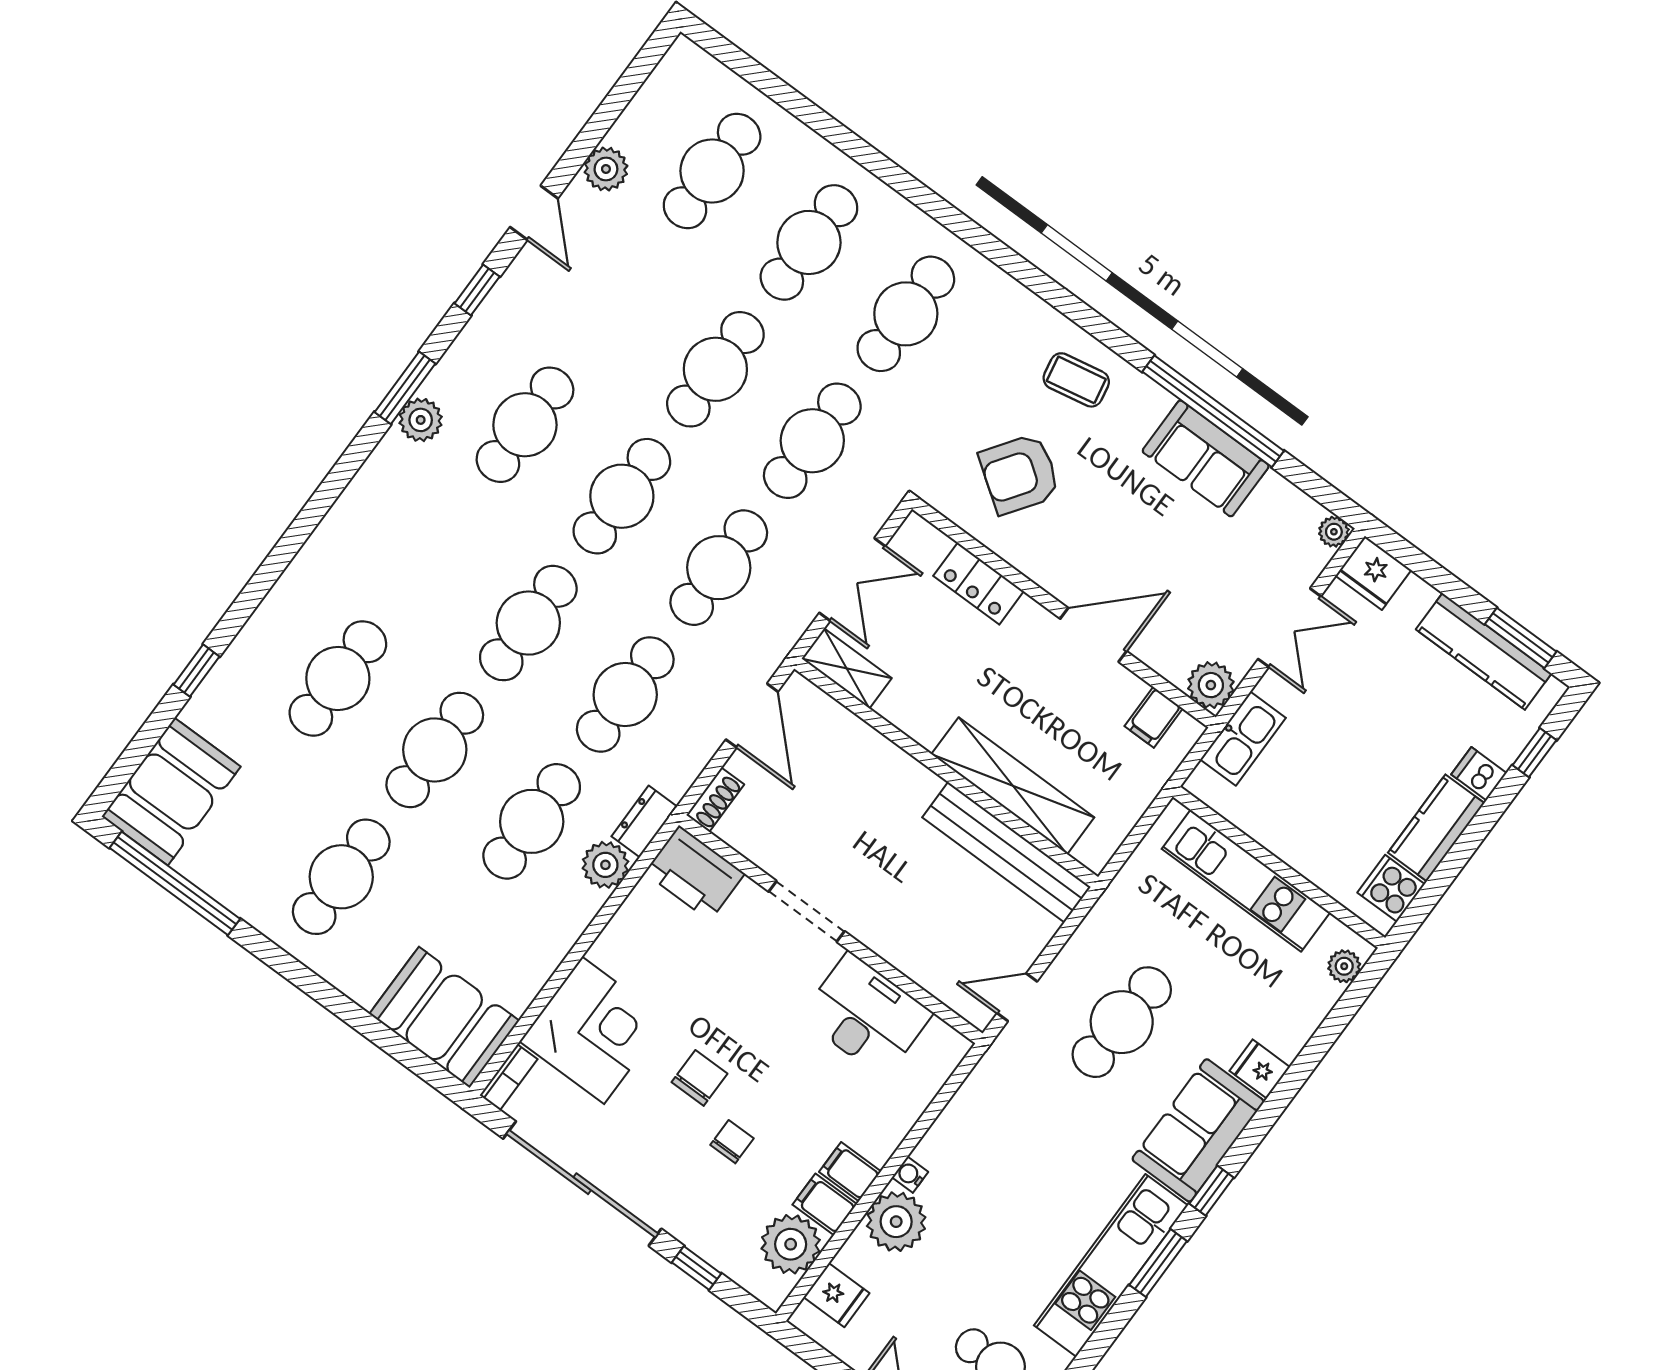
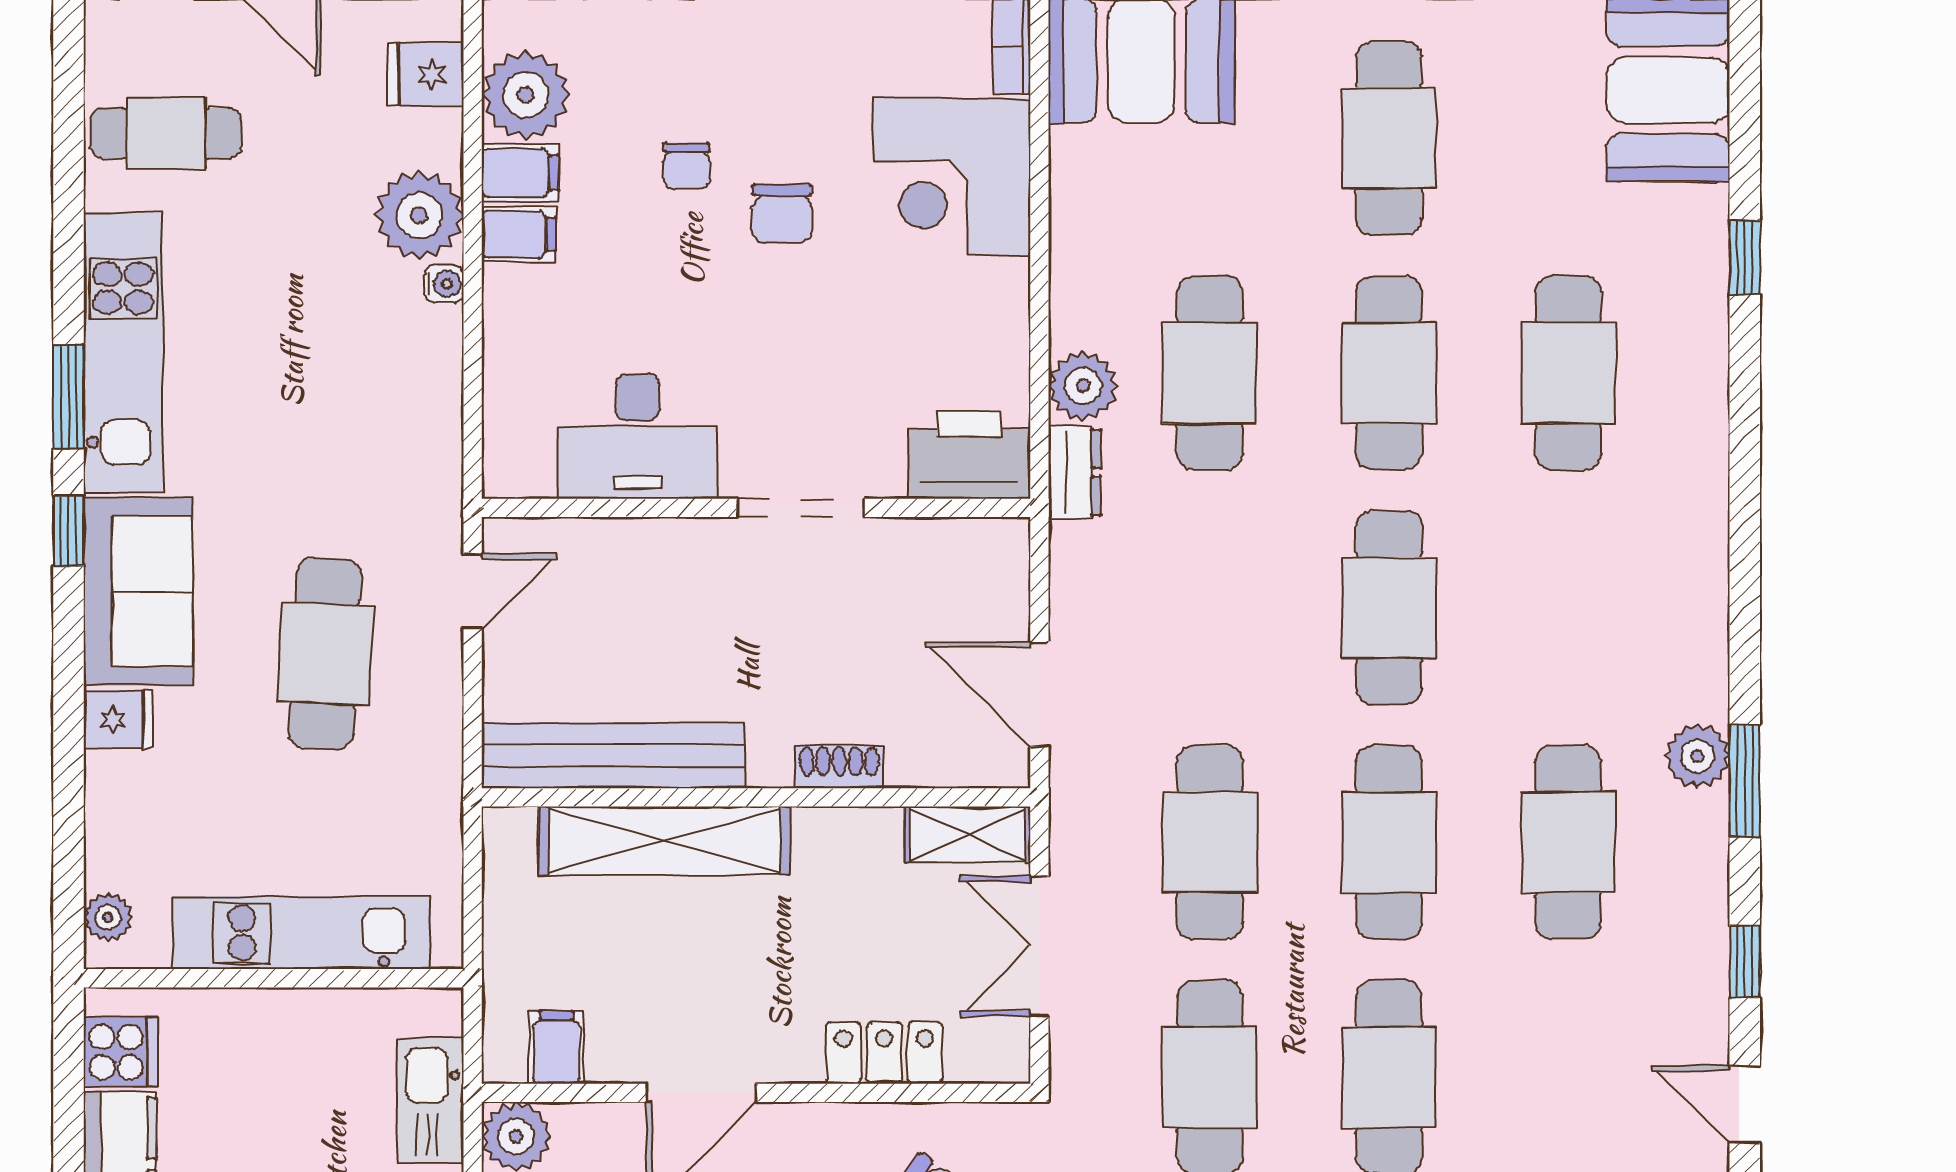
cafe table: (625, 694) -> (1210, 608), removed
shoe rack: (715, 800) -> (839, 767), moved, turned 90

